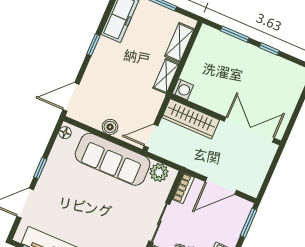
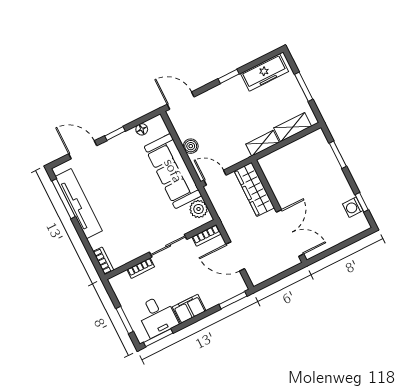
window: (269, 49) -> (362, 202), moved
washing machine: (183, 89) -> (353, 207), moved, turned 90
floor lamp: (65, 133) -> (142, 129), moved

